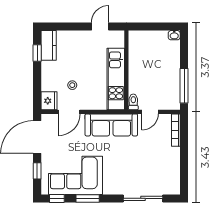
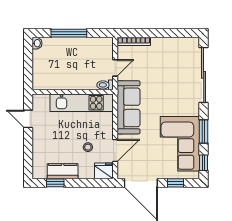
kitchen counter: (49, 45) -> (63, 171), moved
window: (184, 86) -> (69, 33), moved
door: (69, 112) -> (115, 150), hinge flipped
door: (150, 112) -> (115, 68), hinge flipped
sliding door: (143, 198) -> (204, 75), width x1.36

